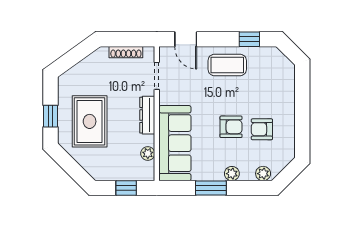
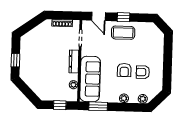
window: (249, 39) -> (123, 17), moved
rug: (90, 121) -> (39, 64), removed
armchair: (231, 127) -> (124, 70), turned 90
window: (211, 188) -> (98, 106), moved

